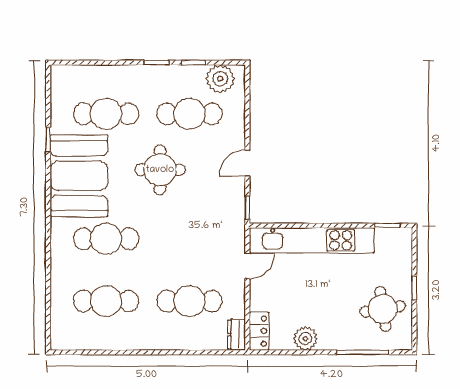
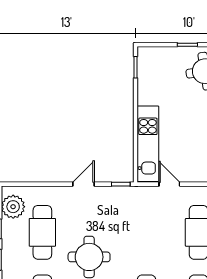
door: (247, 163) -> (84, 184), swing flipped
kitchen unit: (312, 240) -> (148, 144), width x0.73

